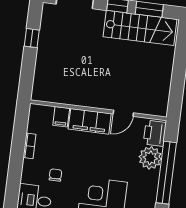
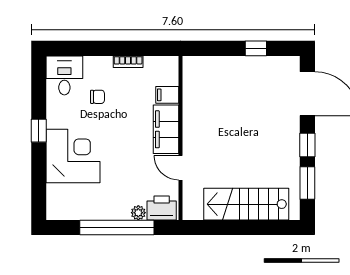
stairs: (140, 28) -> (246, 204), moved, turned 90
plant: (150, 158) -> (138, 213), width x0.53, depth x0.53

